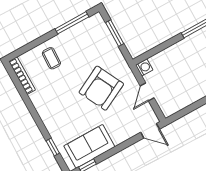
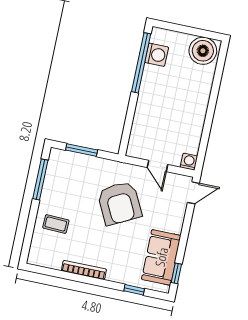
washing machine: (144, 67) -> (189, 162), moved
bookcase: (22, 76) -> (84, 270), moved

